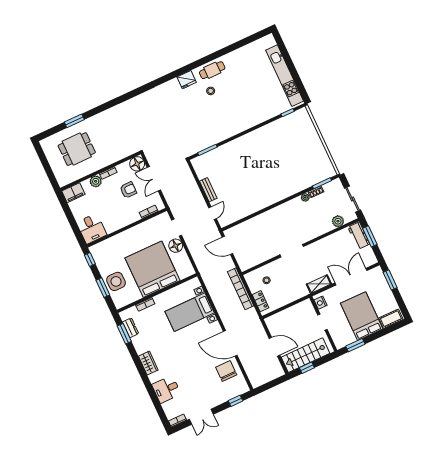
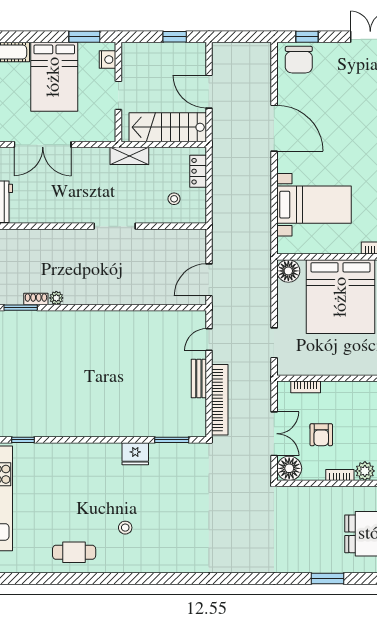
cafe table: (212, 70) -> (74, 552), moved
fridge: (187, 80) -> (135, 454), moved, turned 180
window: (74, 121) -> (327, 578), moved
armchair: (128, 190) -> (321, 435), turned -90
plant: (338, 221) -> (23, 238), removed
door: (227, 245) -> (209, 280), swing flipped
floor lamp: (176, 246) -> (288, 271), moved
shelving: (319, 284) -> (129, 156), moved
bookcase: (241, 289) -> (220, 400), moved
nightstand: (321, 303) -> (108, 60), moved
stairs: (306, 355) -> (168, 127), moved, turned 180
chair: (226, 371) -> (299, 60), moved

